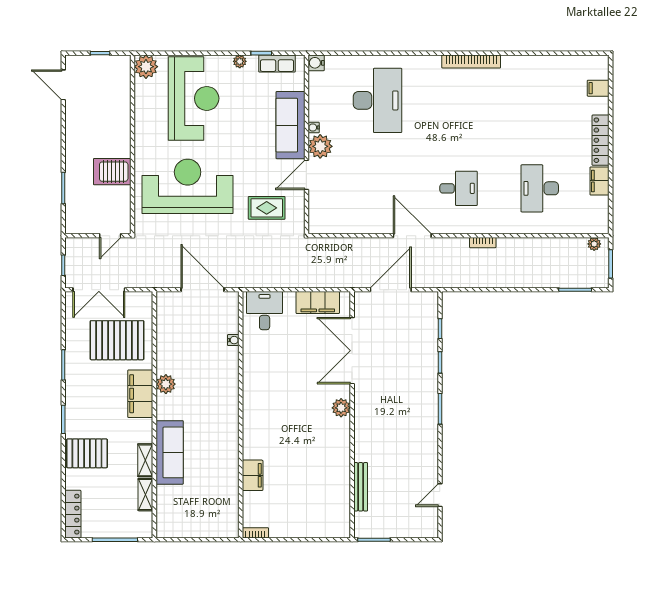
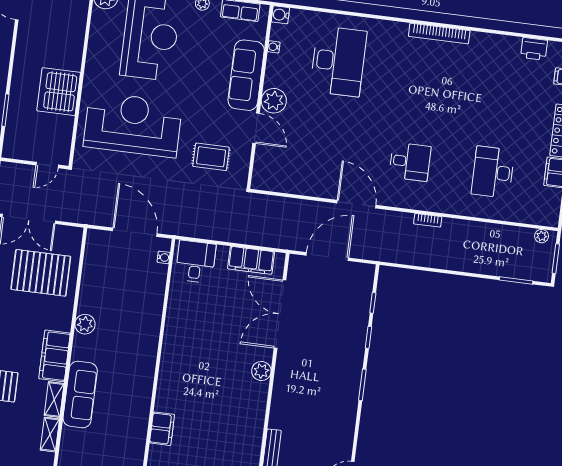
printer: (564, 65) -> (534, 49), added
water cooler: (314, 127) -> (274, 47), moved
server rack: (112, 172) -> (59, 92), width x1.60
door: (307, 175) -> (256, 128), swing flipped
water cooler: (233, 340) -> (164, 257), moved
filing cabinet: (140, 394) -> (55, 356), moved

